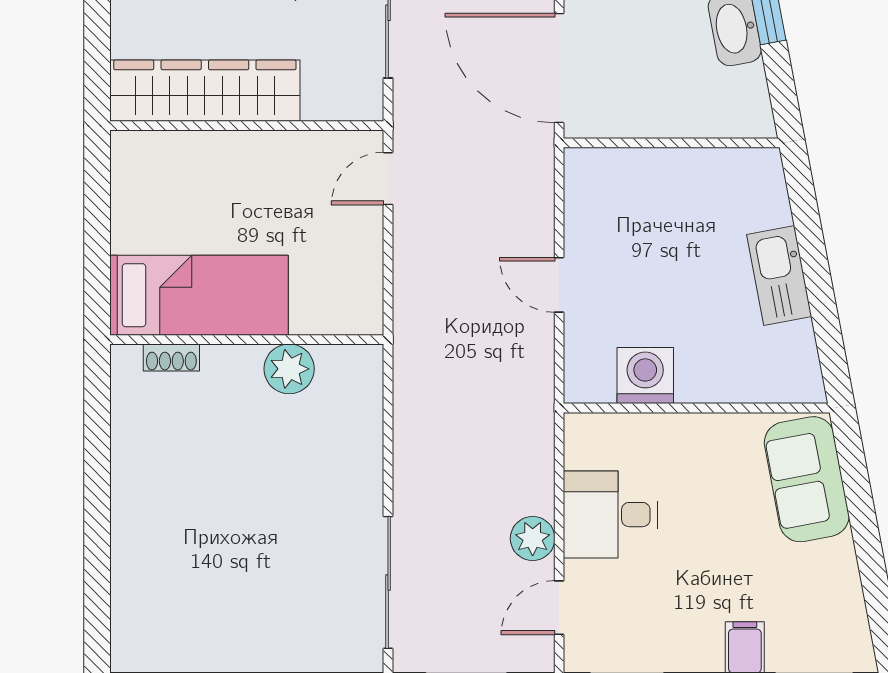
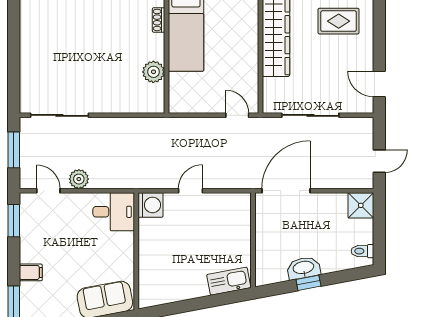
kitchen sink: (779, 276) -> (229, 281), moved
washing machine: (645, 376) -> (151, 205), moved
desk: (610, 515) -> (114, 212), moved, turned 90

